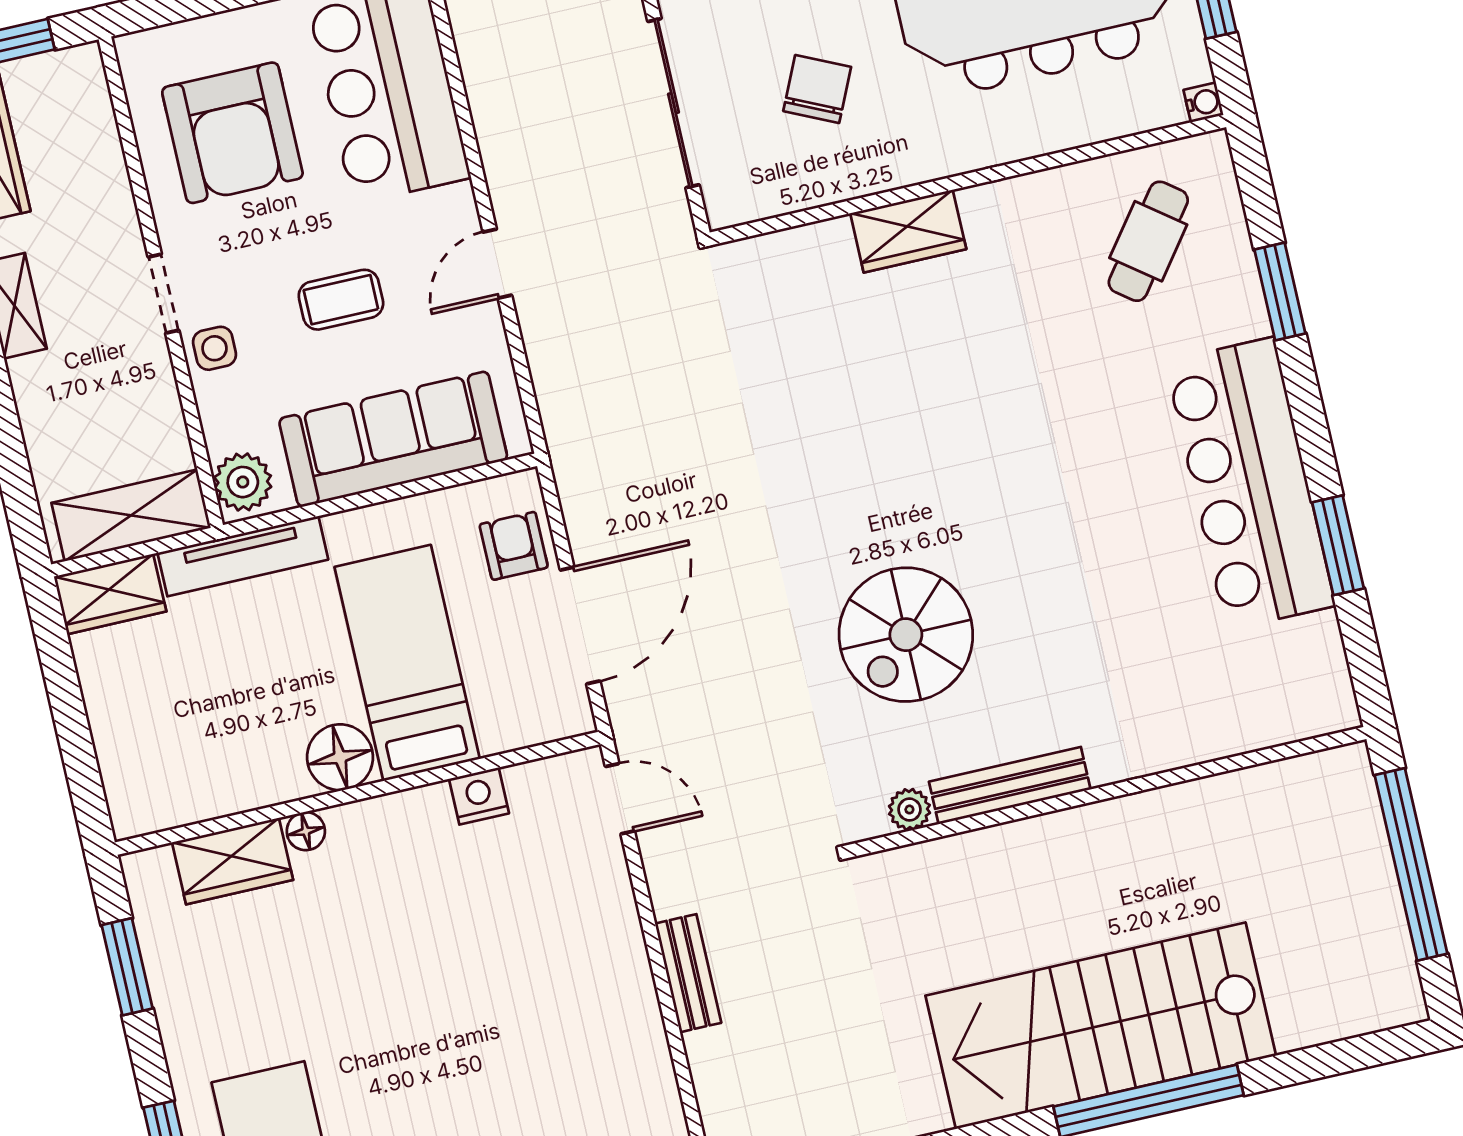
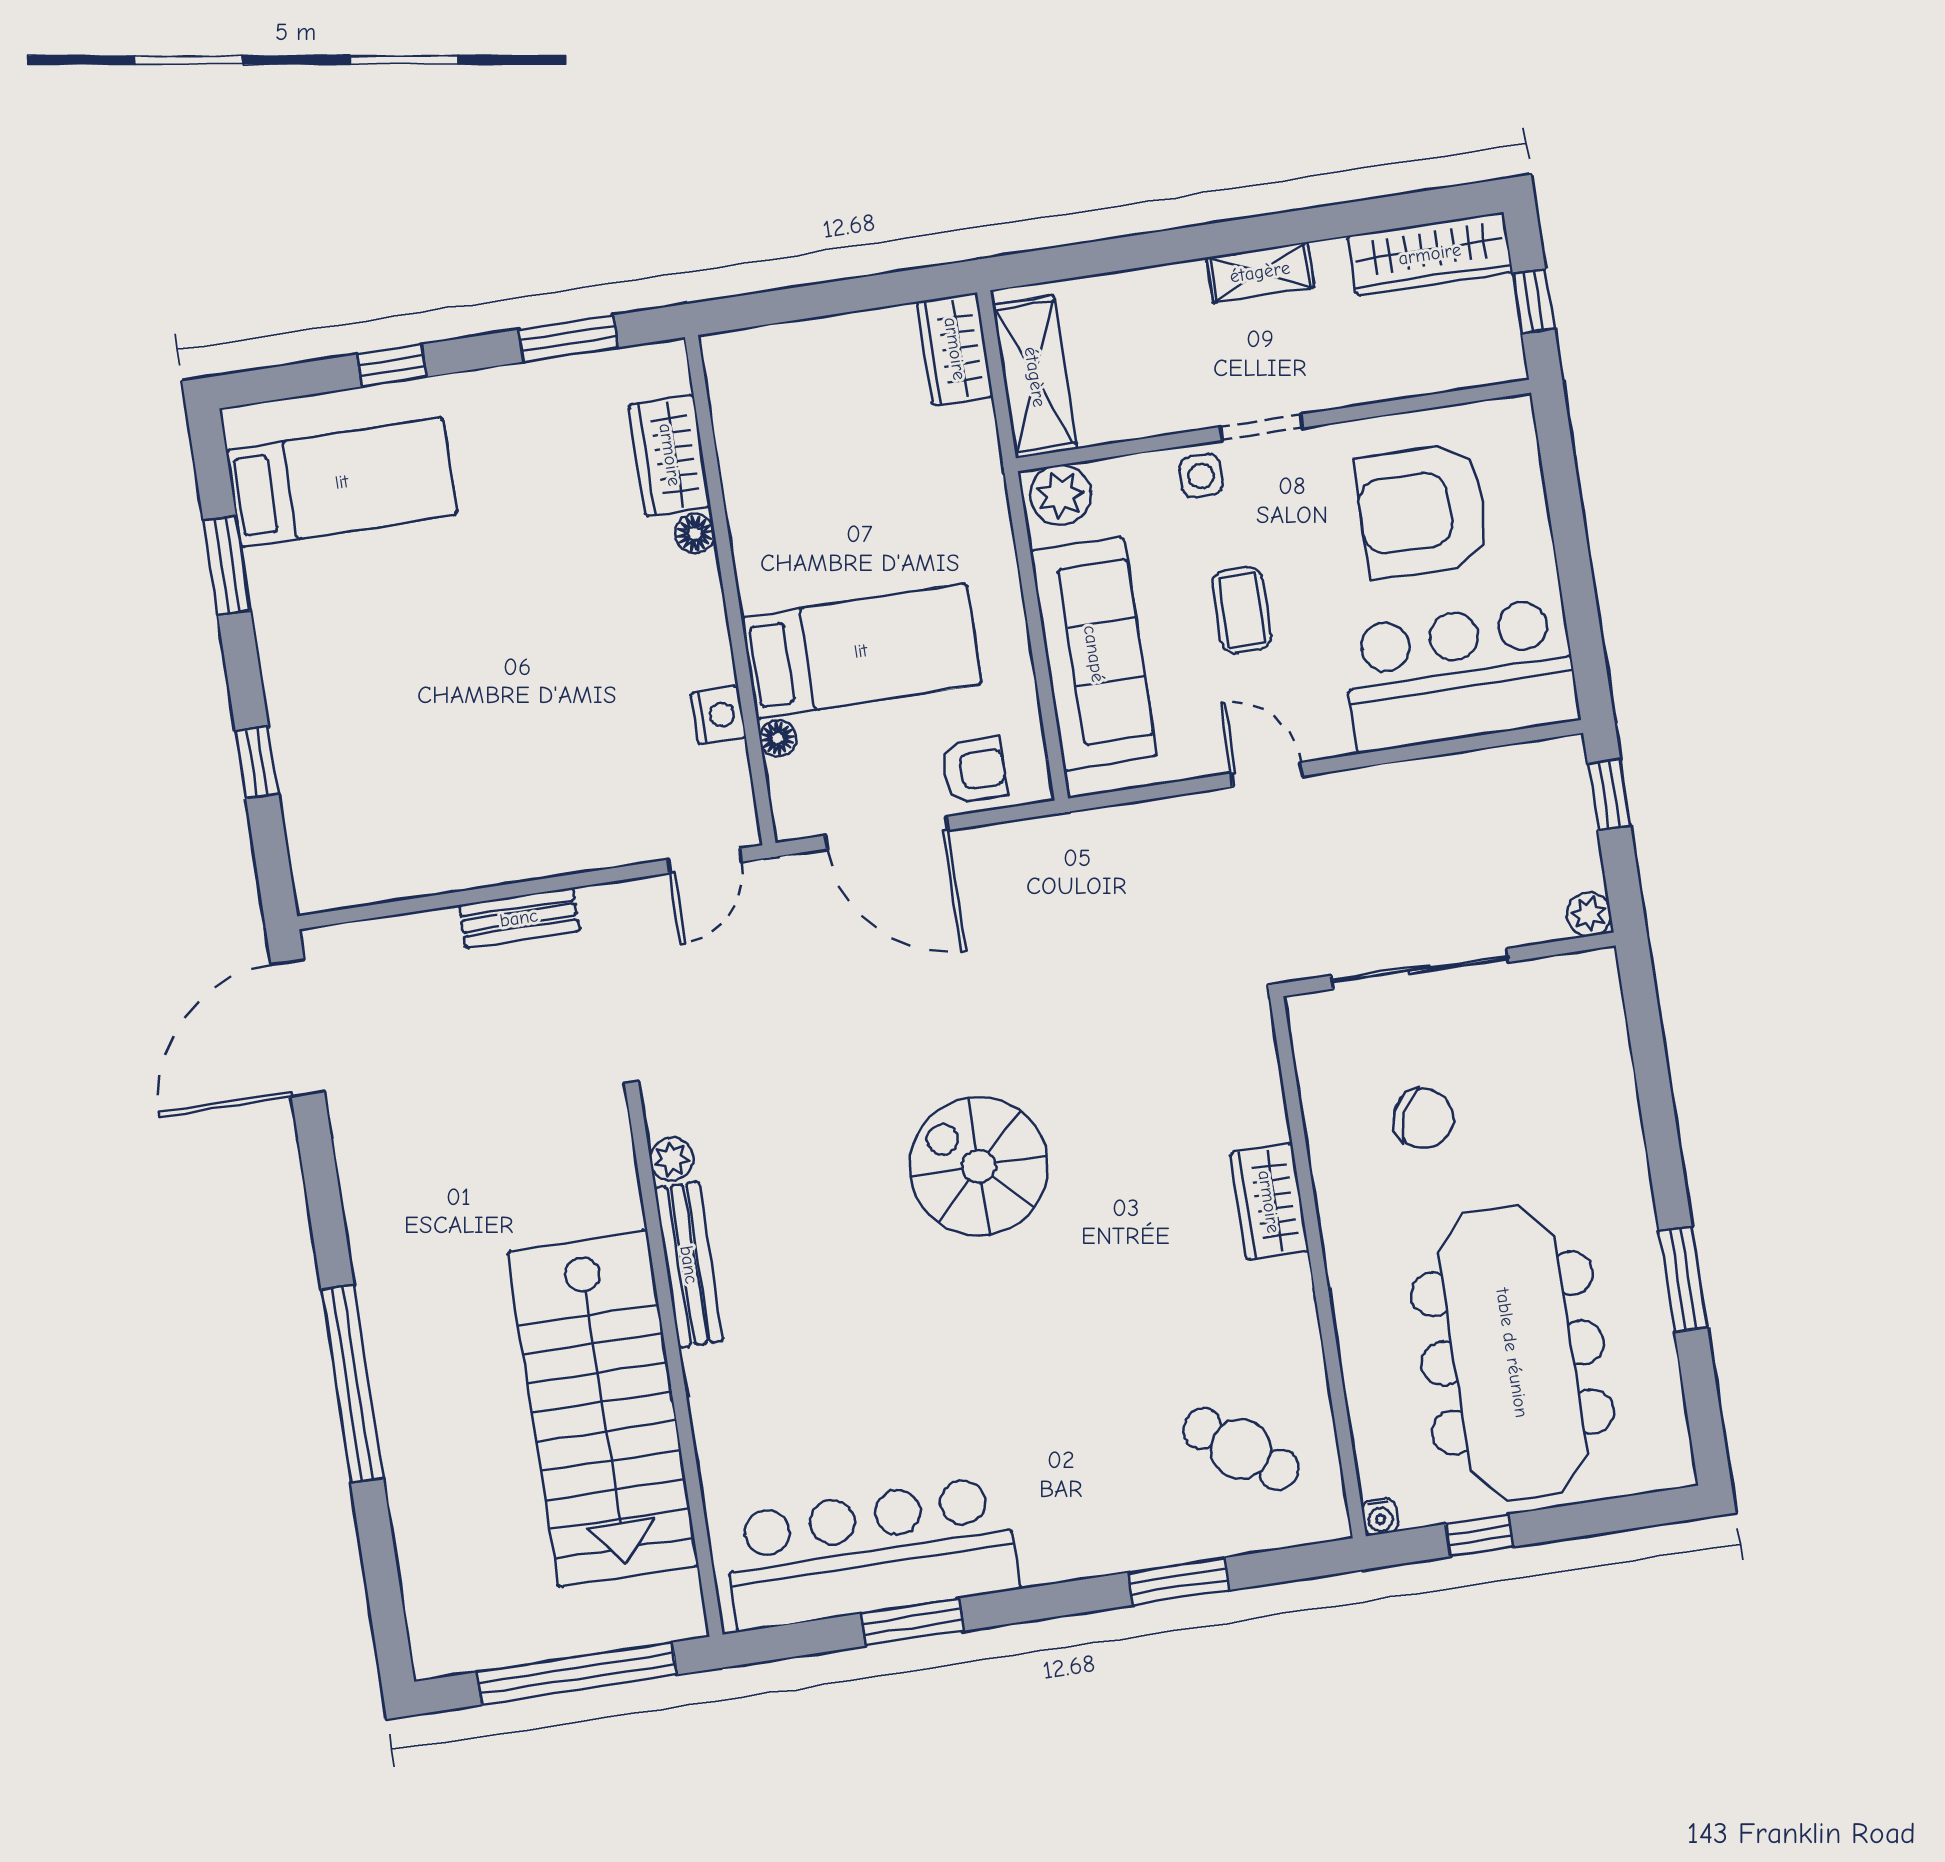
bar counter: (1250, 484) -> (870, 1553), moved
tv unit: (243, 556) -> (984, 489), removed
spiral stairs: (906, 635) -> (979, 1166), moved
floor lamp: (340, 757) -> (778, 738), moved, width x0.53, depth x0.53
stairs: (1101, 1026) -> (603, 1409), moved, turned 180

